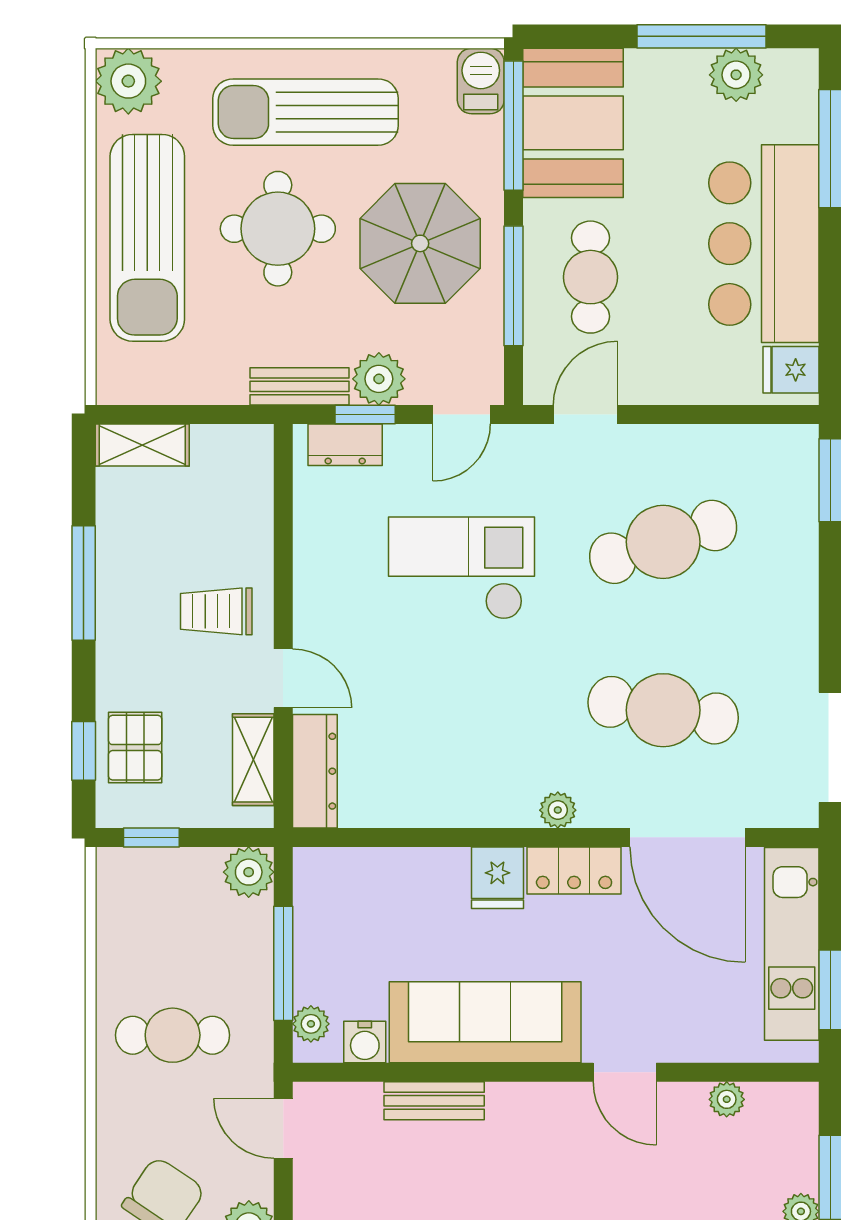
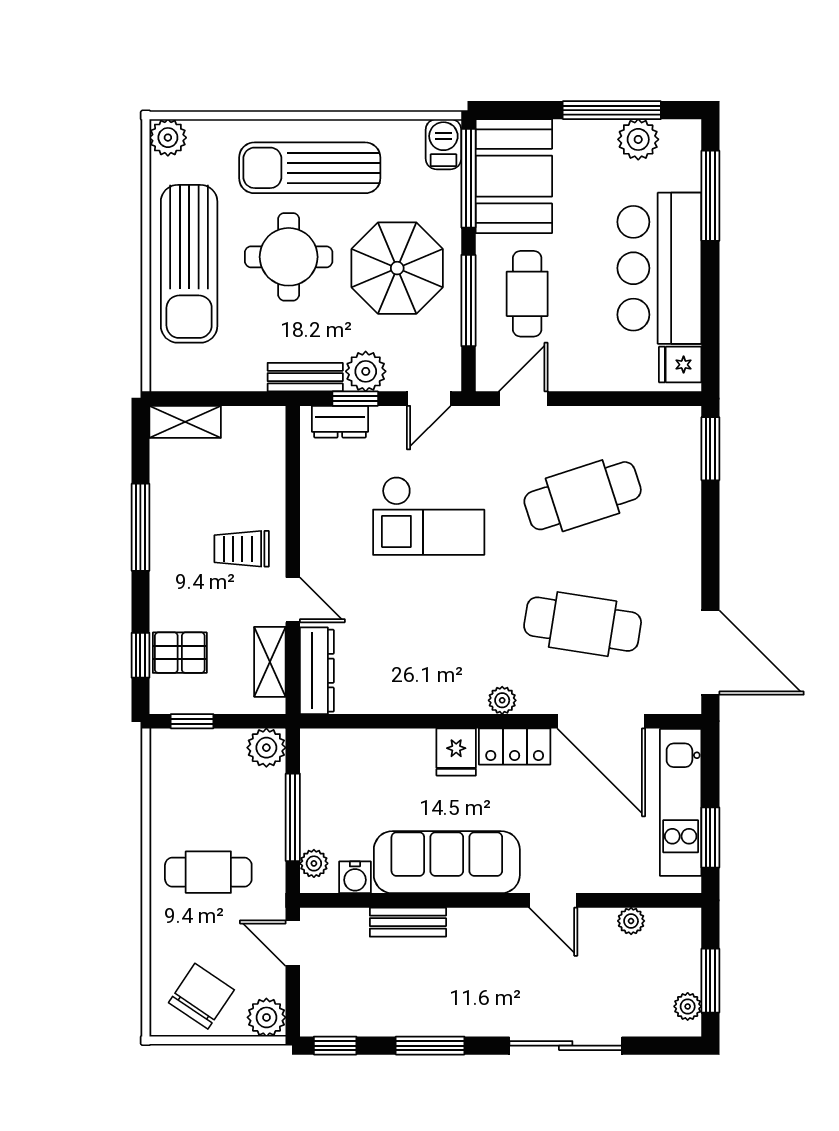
plant: (128, 81) -> (168, 138), width x0.73, depth x0.73
checkout: (461, 568) -> (429, 516), turned 180
pallet: (135, 748) -> (180, 653), turned 90

